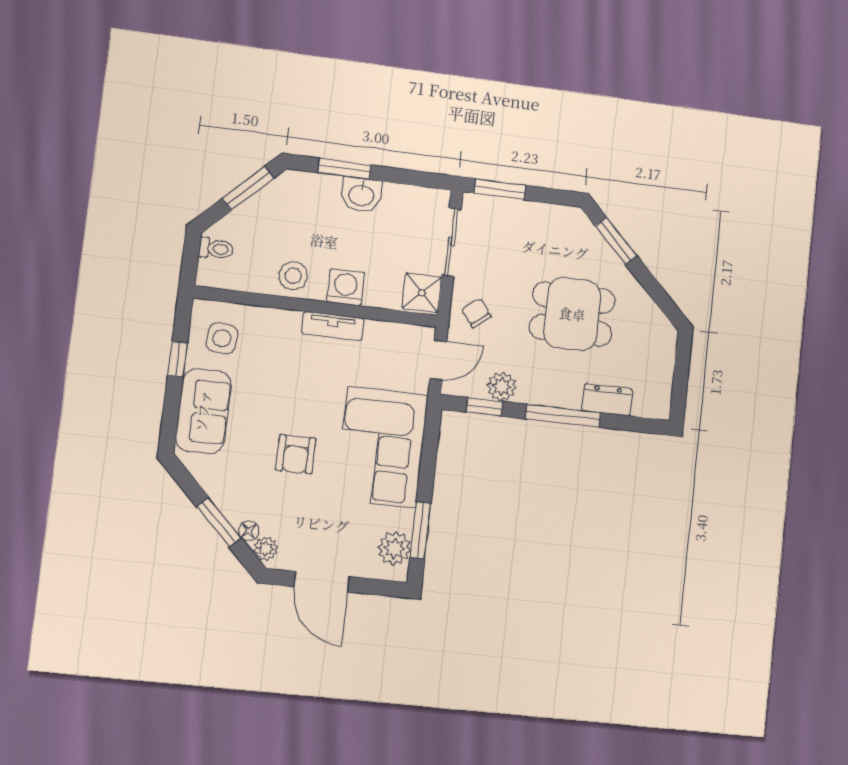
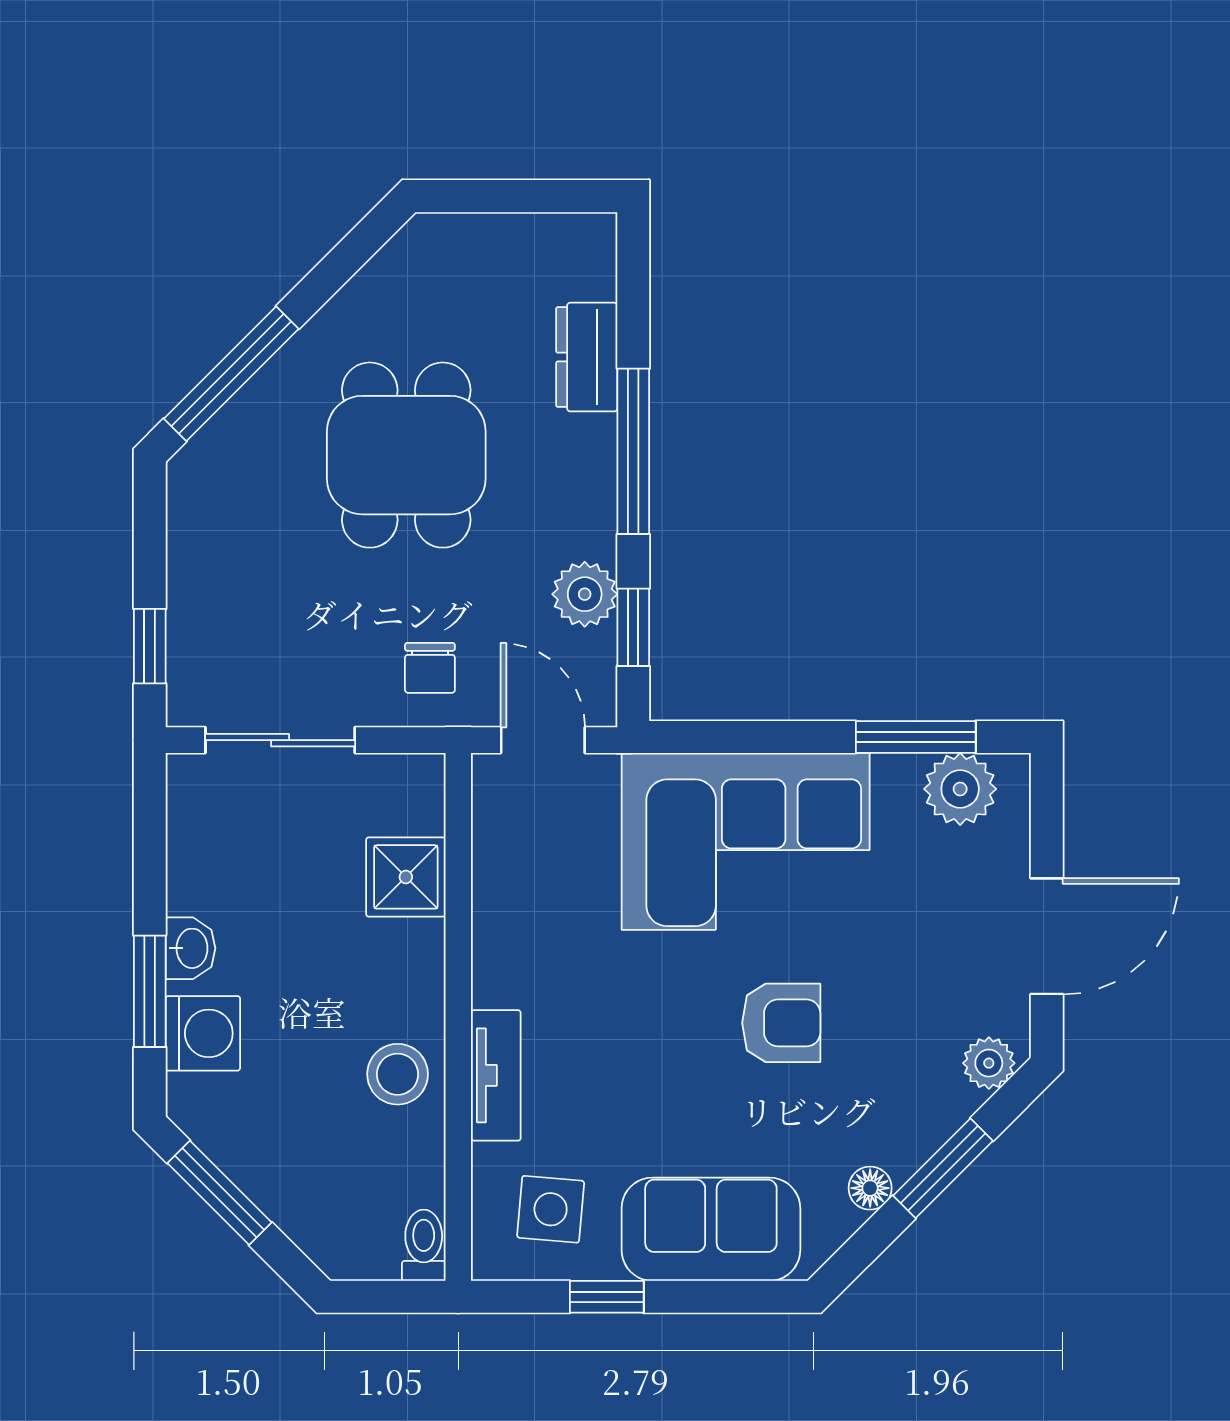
window: (500, 189) -> (150, 646), width x0.67
washbasin: (361, 195) -> (191, 948), width x0.72, depth x0.69
window: (616, 241) -> (231, 374), width x1.44
toilet: (216, 249) -> (424, 1245), moved
washing machine: (346, 287) -> (203, 1033), moved, turned 180
shower: (422, 293) -> (406, 877), moved
chair: (476, 313) -> (430, 668), turned -52
tv unit: (333, 326) -> (496, 1075), moved
floor lamp: (249, 531) -> (870, 1188), moved

